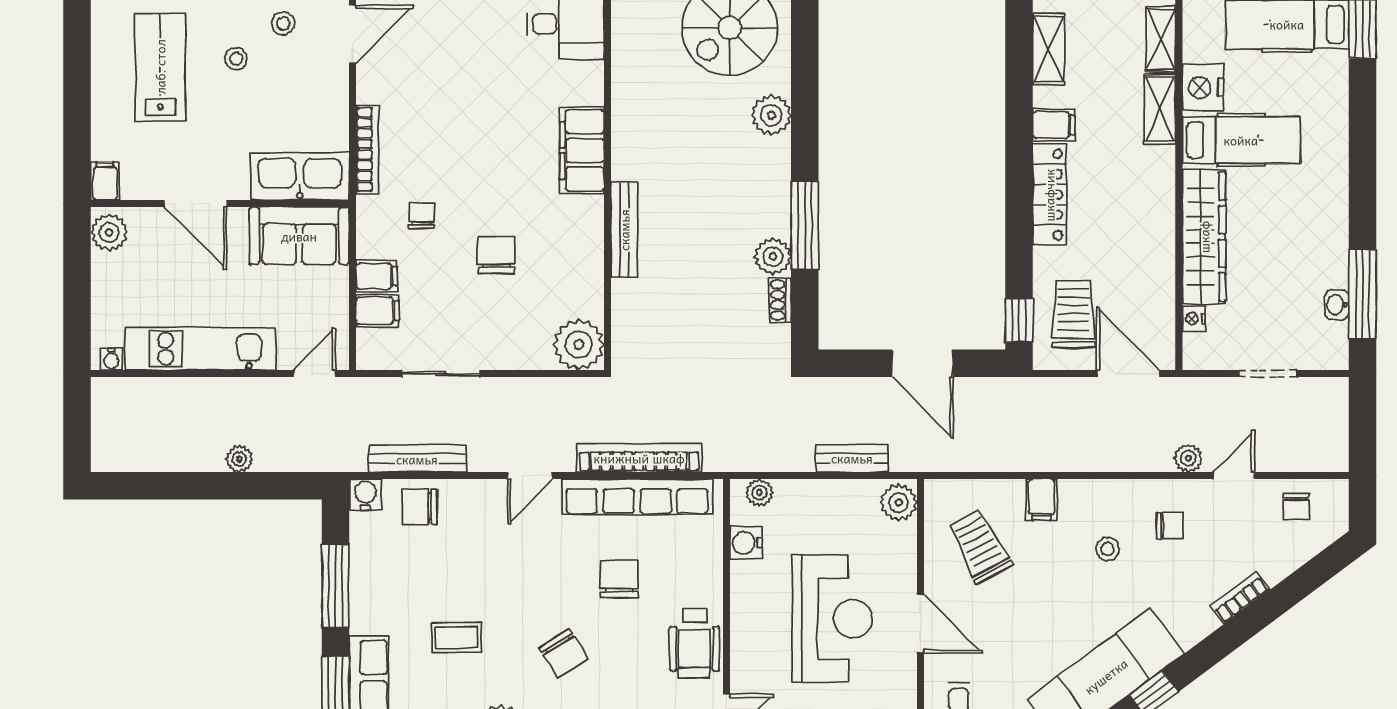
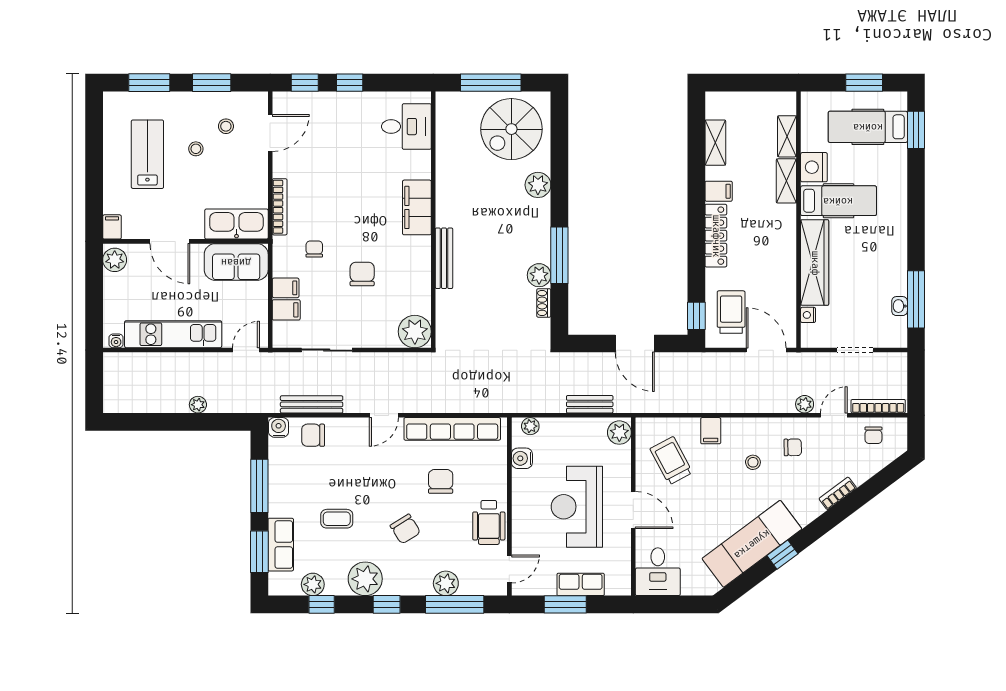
bookcase: (639, 458) -> (878, 406), moved, width x0.68, depth x0.76
reception desk: (832, 619) -> (577, 507), turned 180

